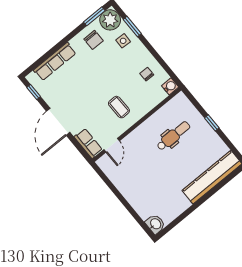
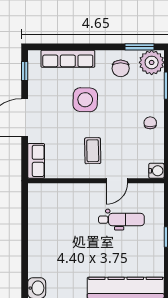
side table: (123, 41) -> (85, 100), moved, width x1.87, depth x1.87
chair: (147, 74) -> (150, 123), moved
door: (112, 145) -> (117, 181), moved

